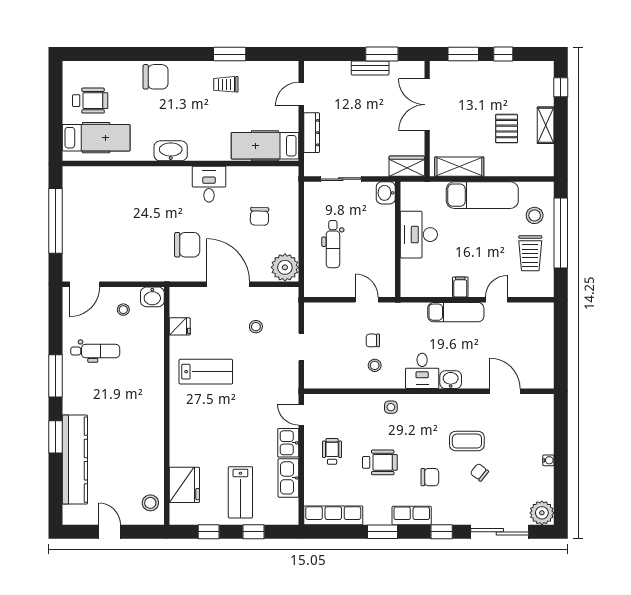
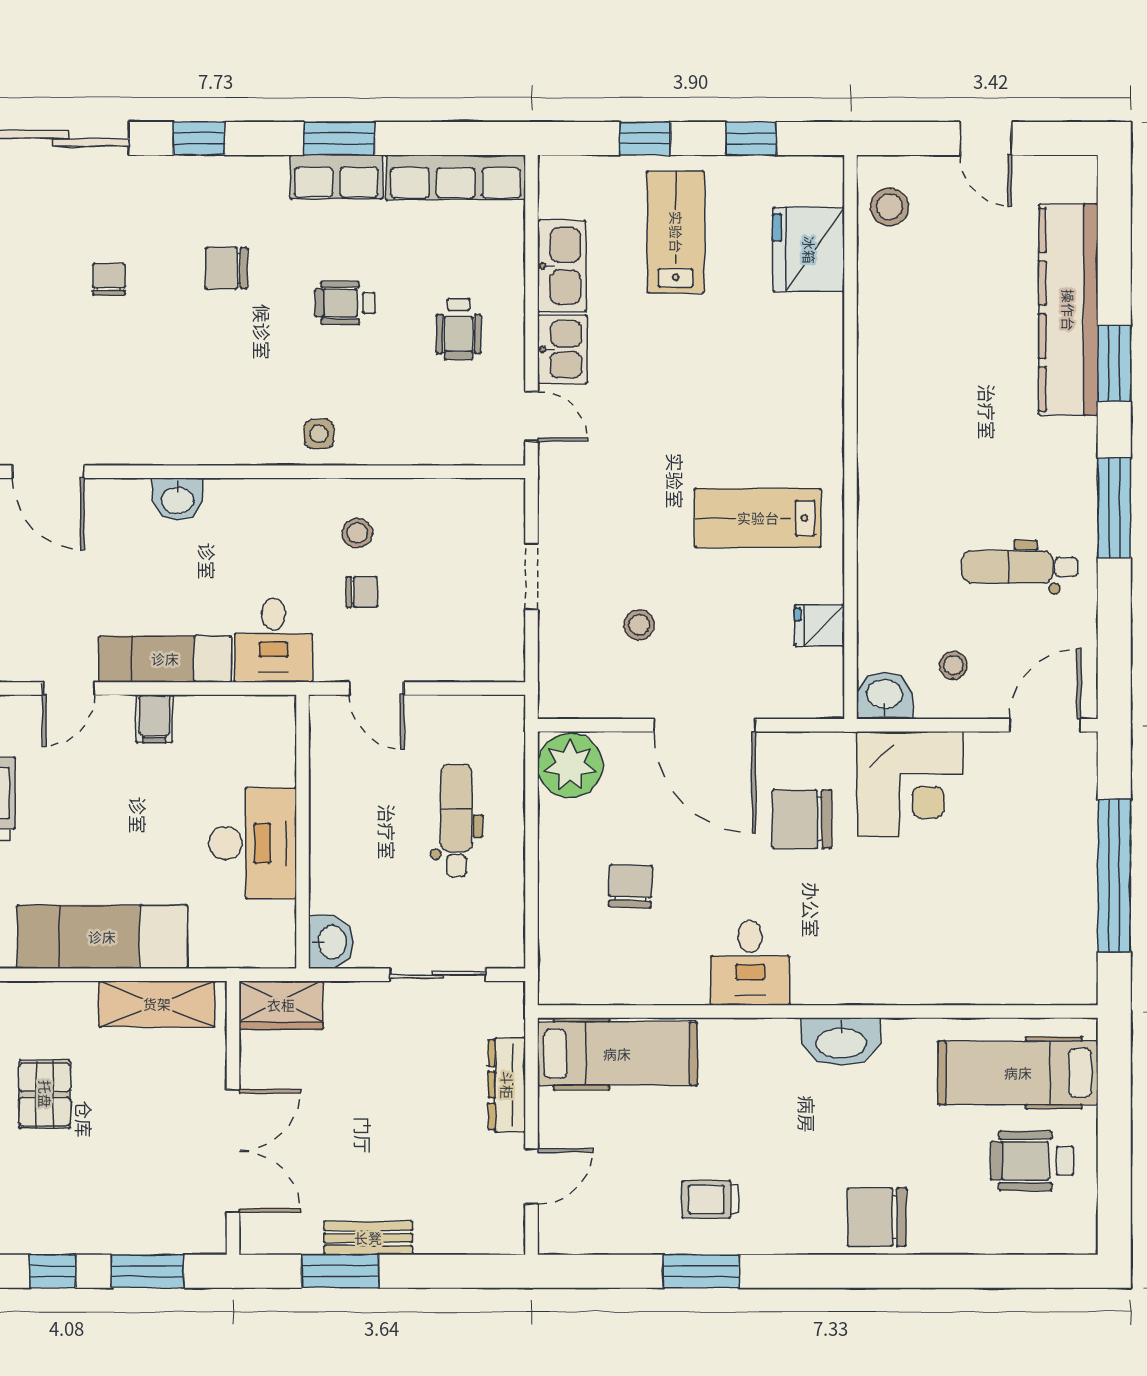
trolley: (226, 84) -> (710, 1199), turned 180
corner desk: (142, 259) -> (910, 784), added
desk: (422, 371) -> (273, 640), moved, turned 180
coffee table: (467, 441) -> (139, 354), removed
wheelchair: (380, 462) -> (345, 303), width x0.73, depth x0.73
chair: (479, 472) -> (109, 279), turned -128
row of seats: (412, 516) -> (336, 177), moved

